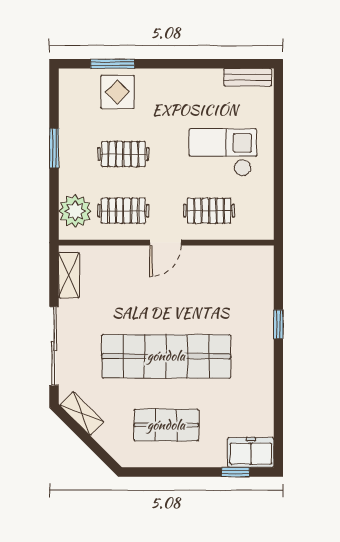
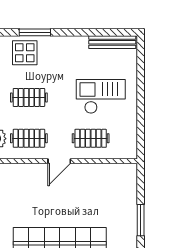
window: (112, 64) -> (35, 32), moved
bench: (248, 77) -> (112, 42), width x1.36
window: (278, 324) -> (141, 220), width x1.50

